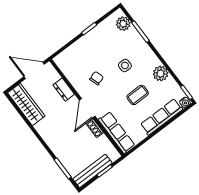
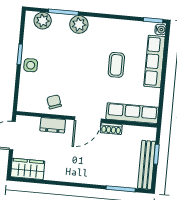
side table: (125, 65) -> (31, 65), moved
plant: (161, 73) -> (79, 24), moved
chair: (97, 78) -> (54, 102), moved
wardrobe: (26, 104) -> (28, 169), width x0.67
door: (87, 108) -> (88, 119), hinge flipped

